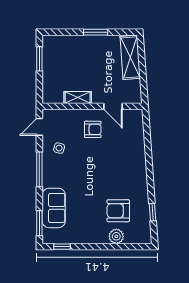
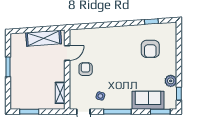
shelving: (130, 57) -> (44, 38), moved
shelving: (78, 98) -> (60, 93), moved
plant: (116, 236) -> (171, 81), moved

